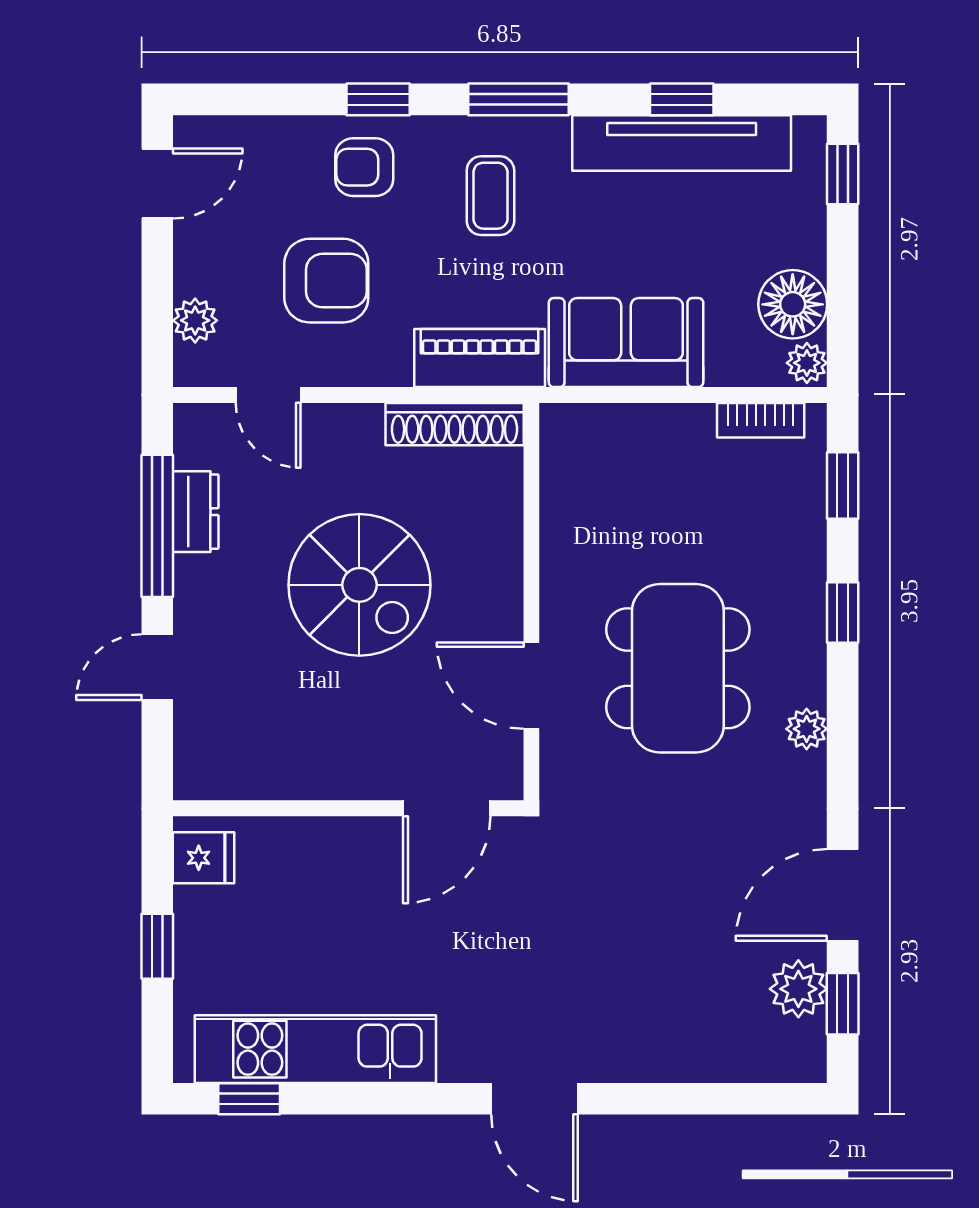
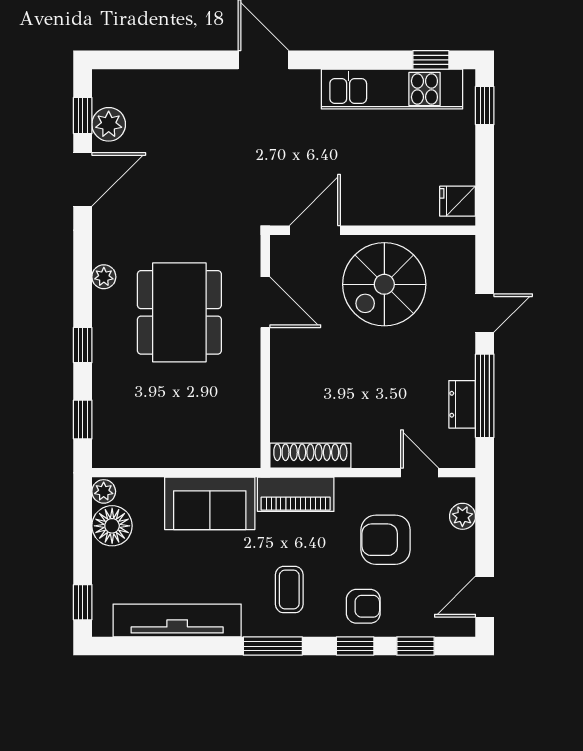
window: (682, 99) -> (416, 646), moved
bookcase: (761, 420) -> (131, 458), removed
spiral stairs: (359, 585) -> (384, 284), moved, turned -90
window: (157, 946) -> (485, 106), moved

